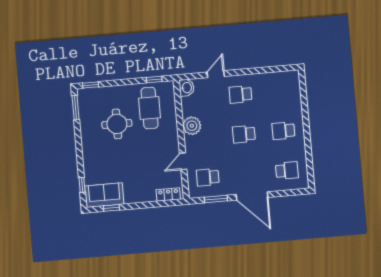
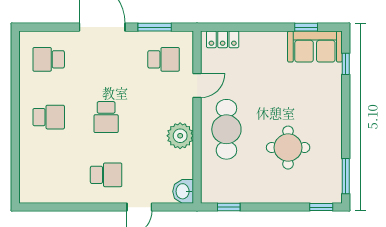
cafe table: (150, 108) -> (226, 129), moved
school desk: (244, 134) -> (106, 117), turned 90

